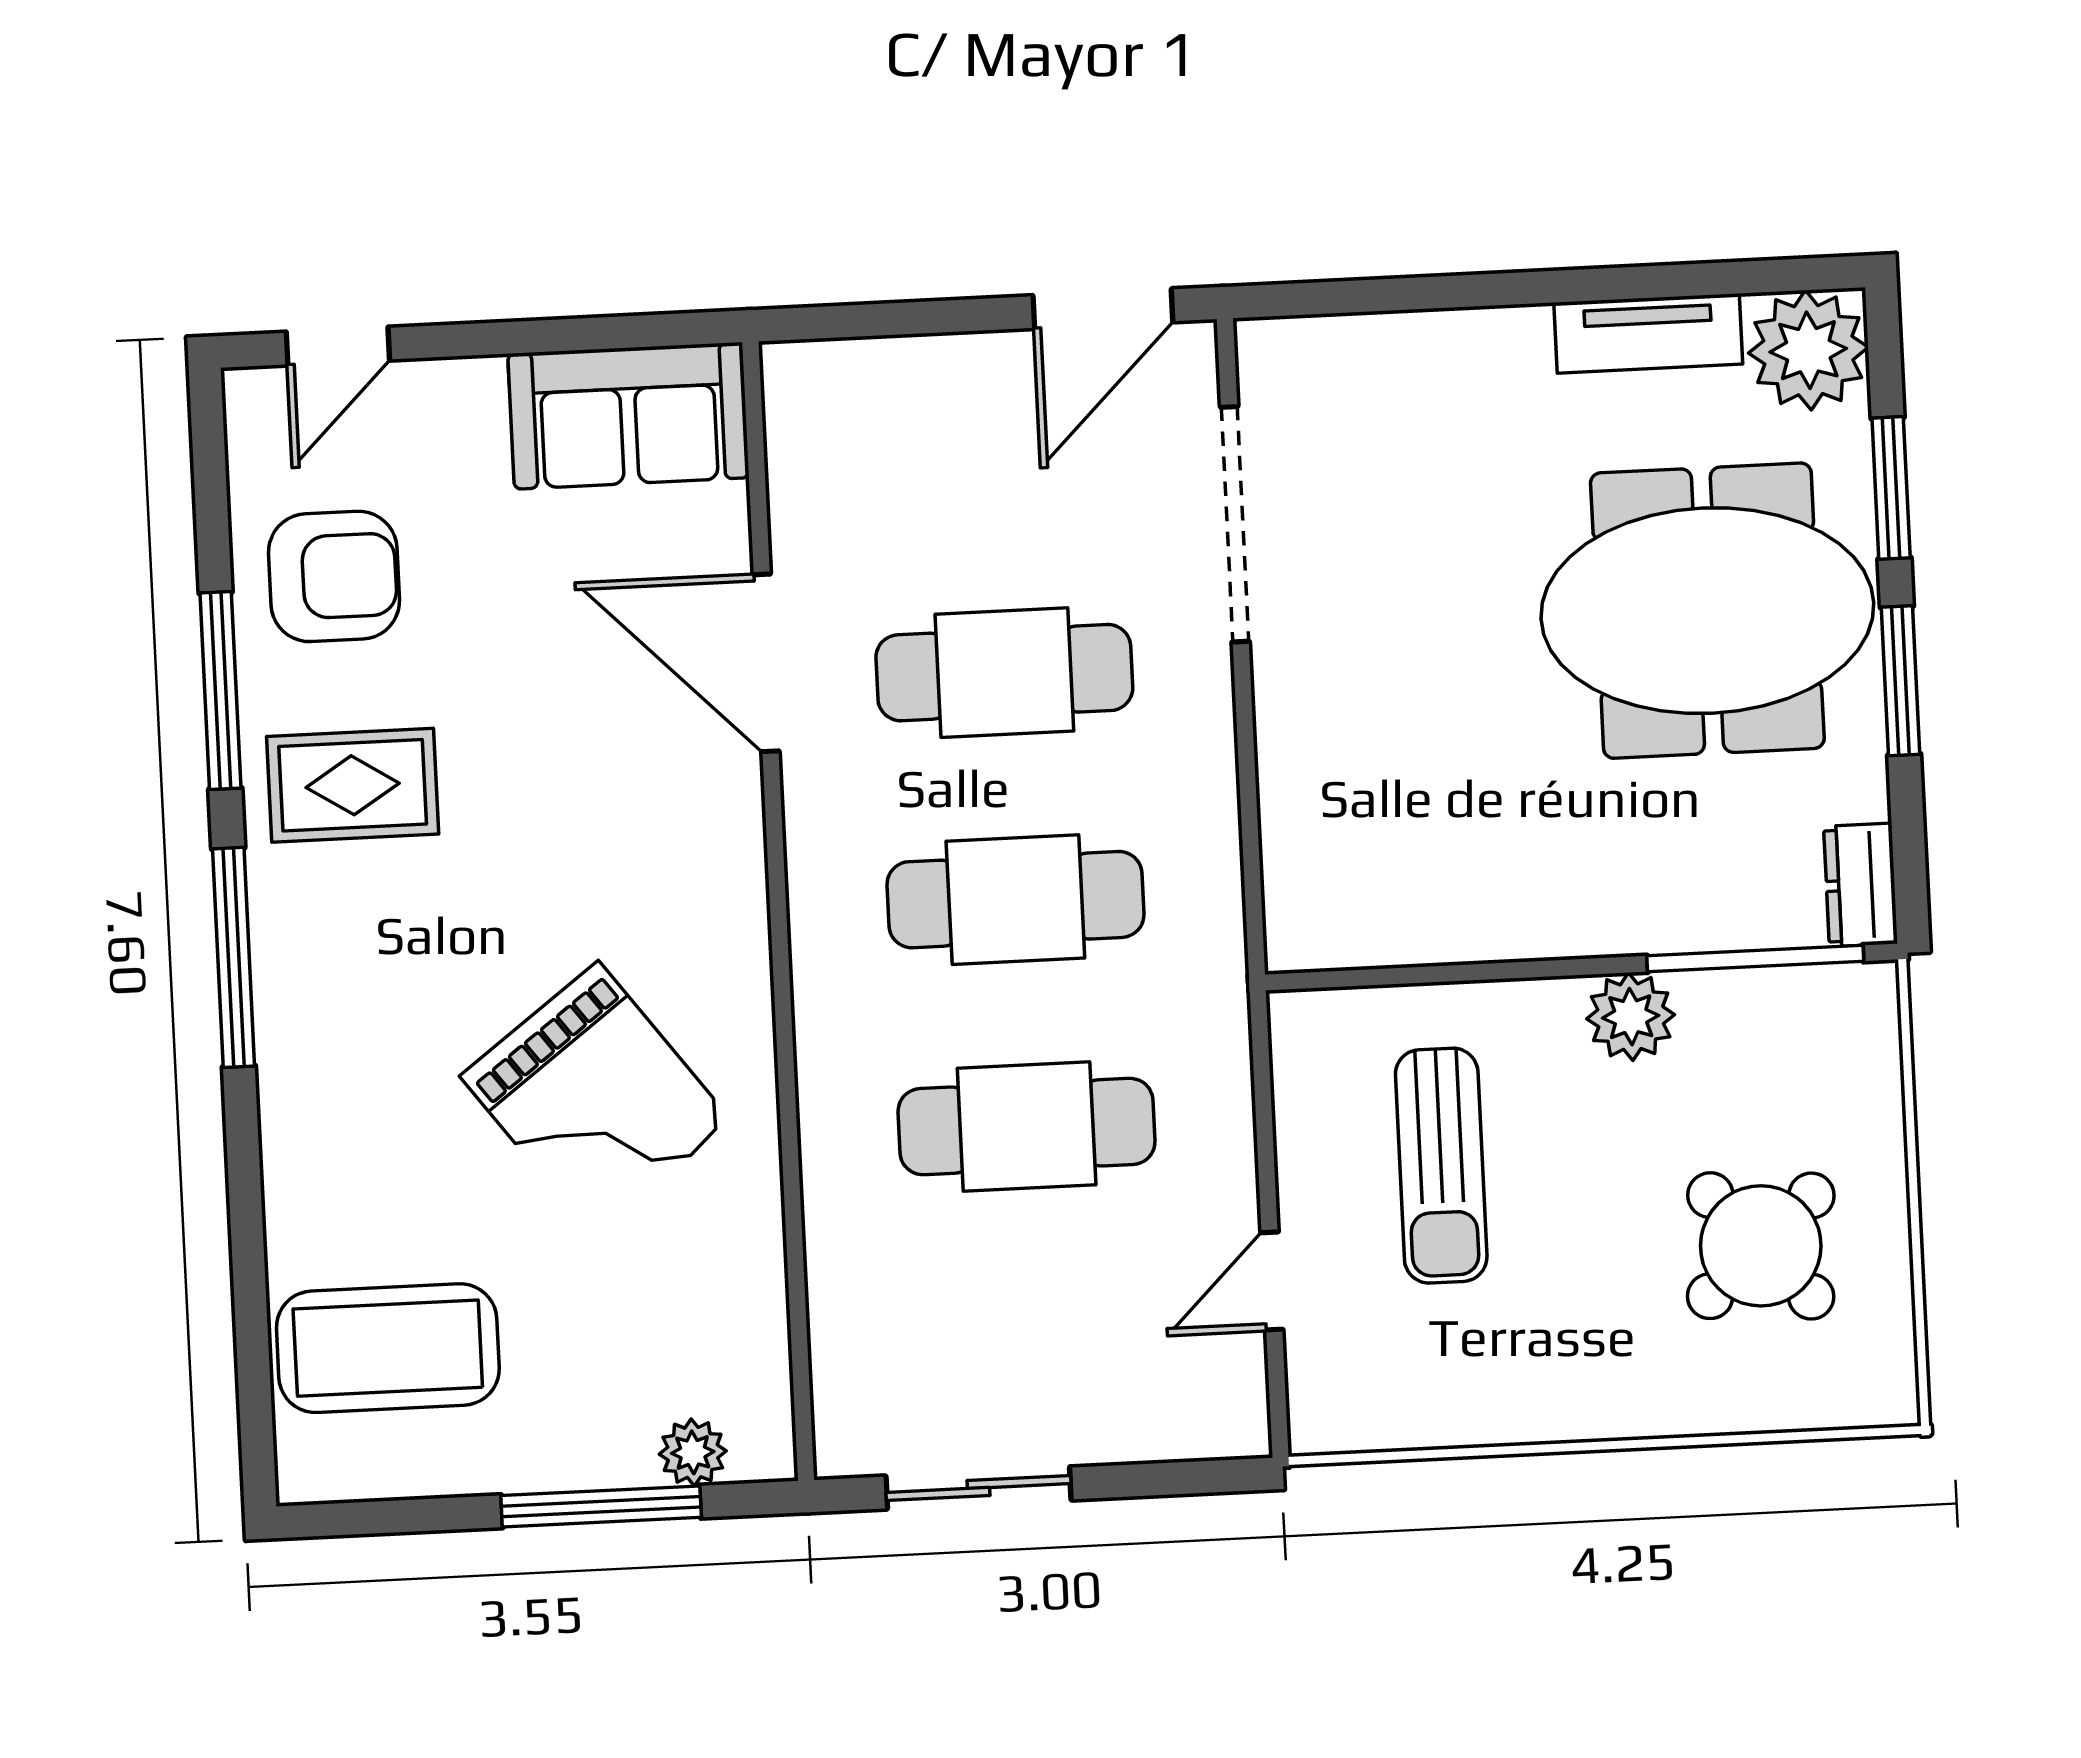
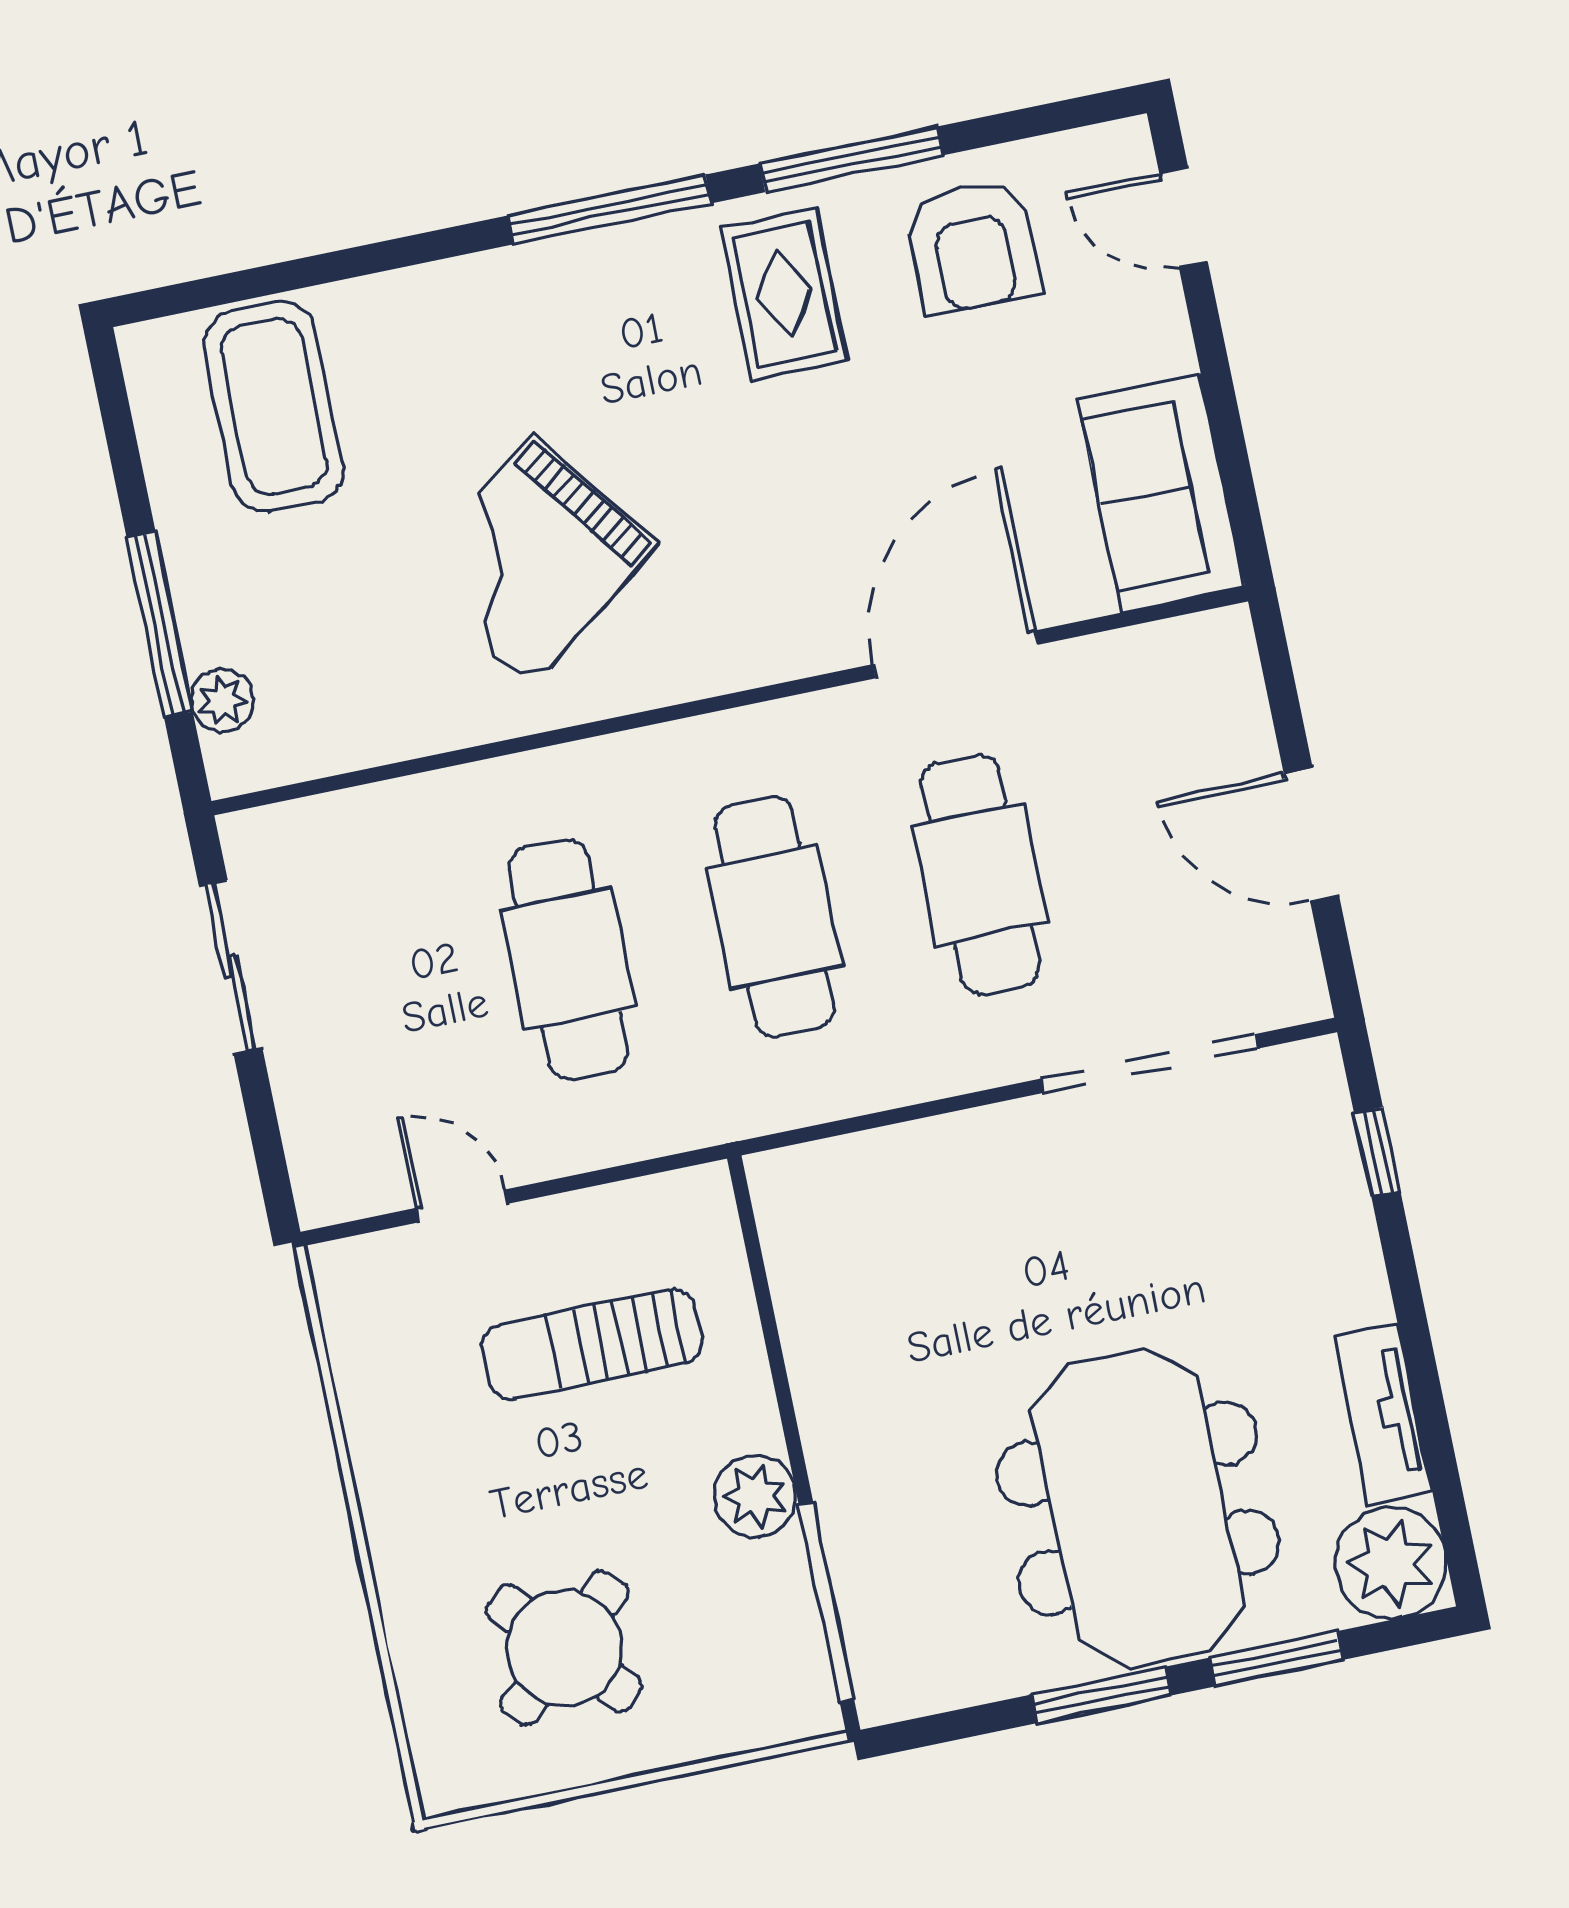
window: (1367, 296) -> (1377, 1152), added
door: (1103, 309) -> (1311, 834), moved
dresser: (1861, 885) -> (909, 1688), removed

